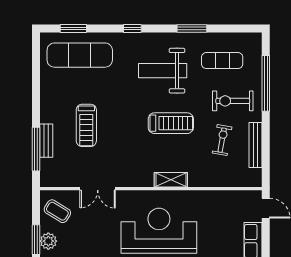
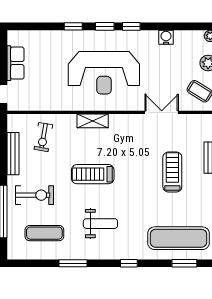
weight bench: (163, 71) -> (100, 224), width x0.73, depth x0.75
exercise bike: (222, 140) -> (43, 137), moved

